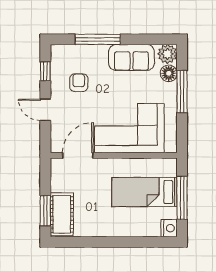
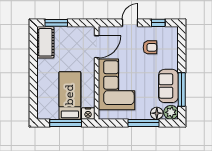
window: (98, 39) -> (182, 89), moved
door: (78, 155) -> (97, 47), hinge flipped
cot: (62, 214) -> (45, 42), moved, turned 90
nightstand: (169, 228) -> (88, 113), moved

